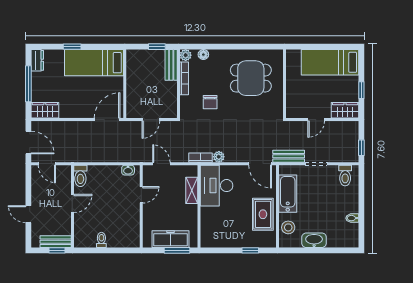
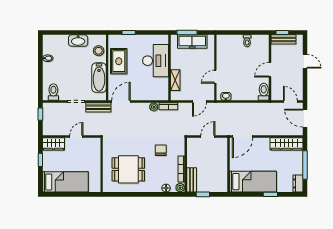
wardrobe: (45, 110) -> (287, 144), width x1.50
door: (161, 164) -> (199, 101), hinge flipped
door: (260, 164) -> (121, 101), hinge flipped
desk: (217, 186) -> (156, 61), moved

